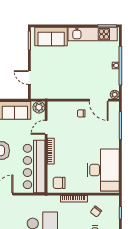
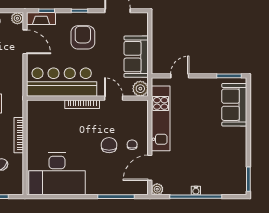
kitchen unit: (93, 34) -> (161, 118), moved, turned 180
chair: (59, 183) -> (109, 145), moved

